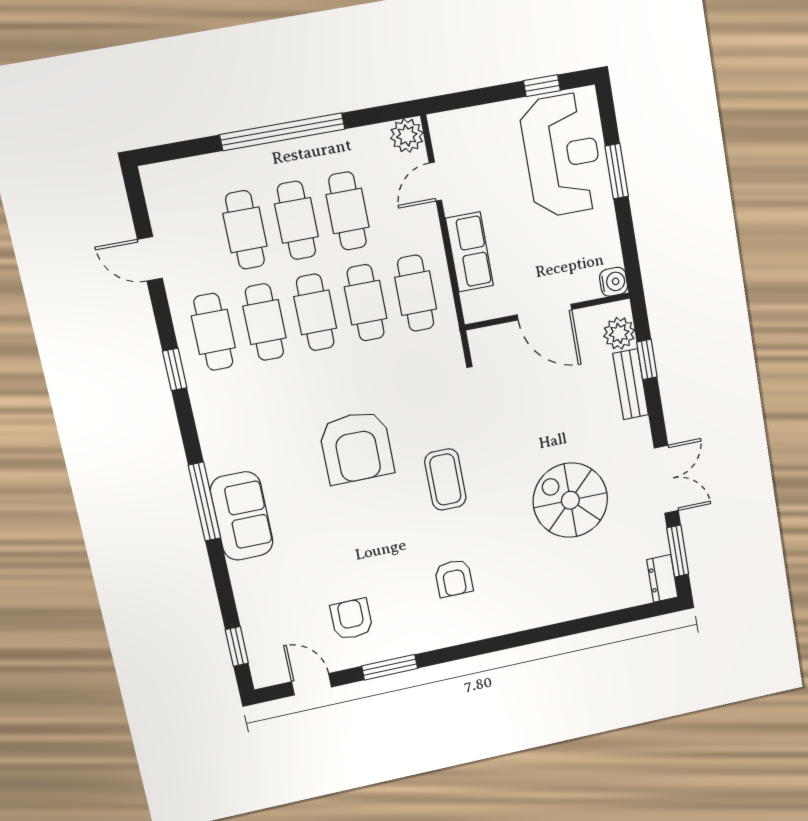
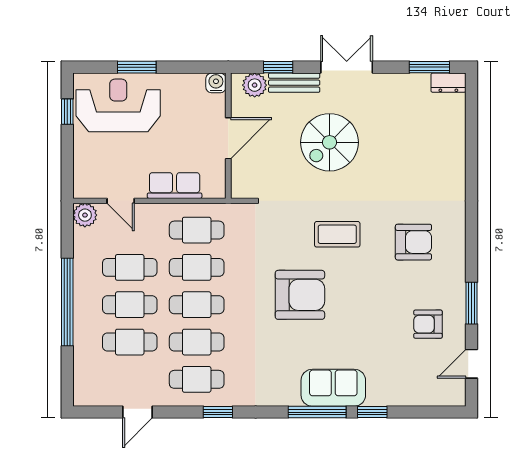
double door: (666, 479) -> (347, 67), moved
spiral stairs: (570, 500) -> (330, 142), moved
armchair: (454, 578) -> (413, 242), width x1.38, depth x1.38
window: (237, 646) -> (372, 412), moved

